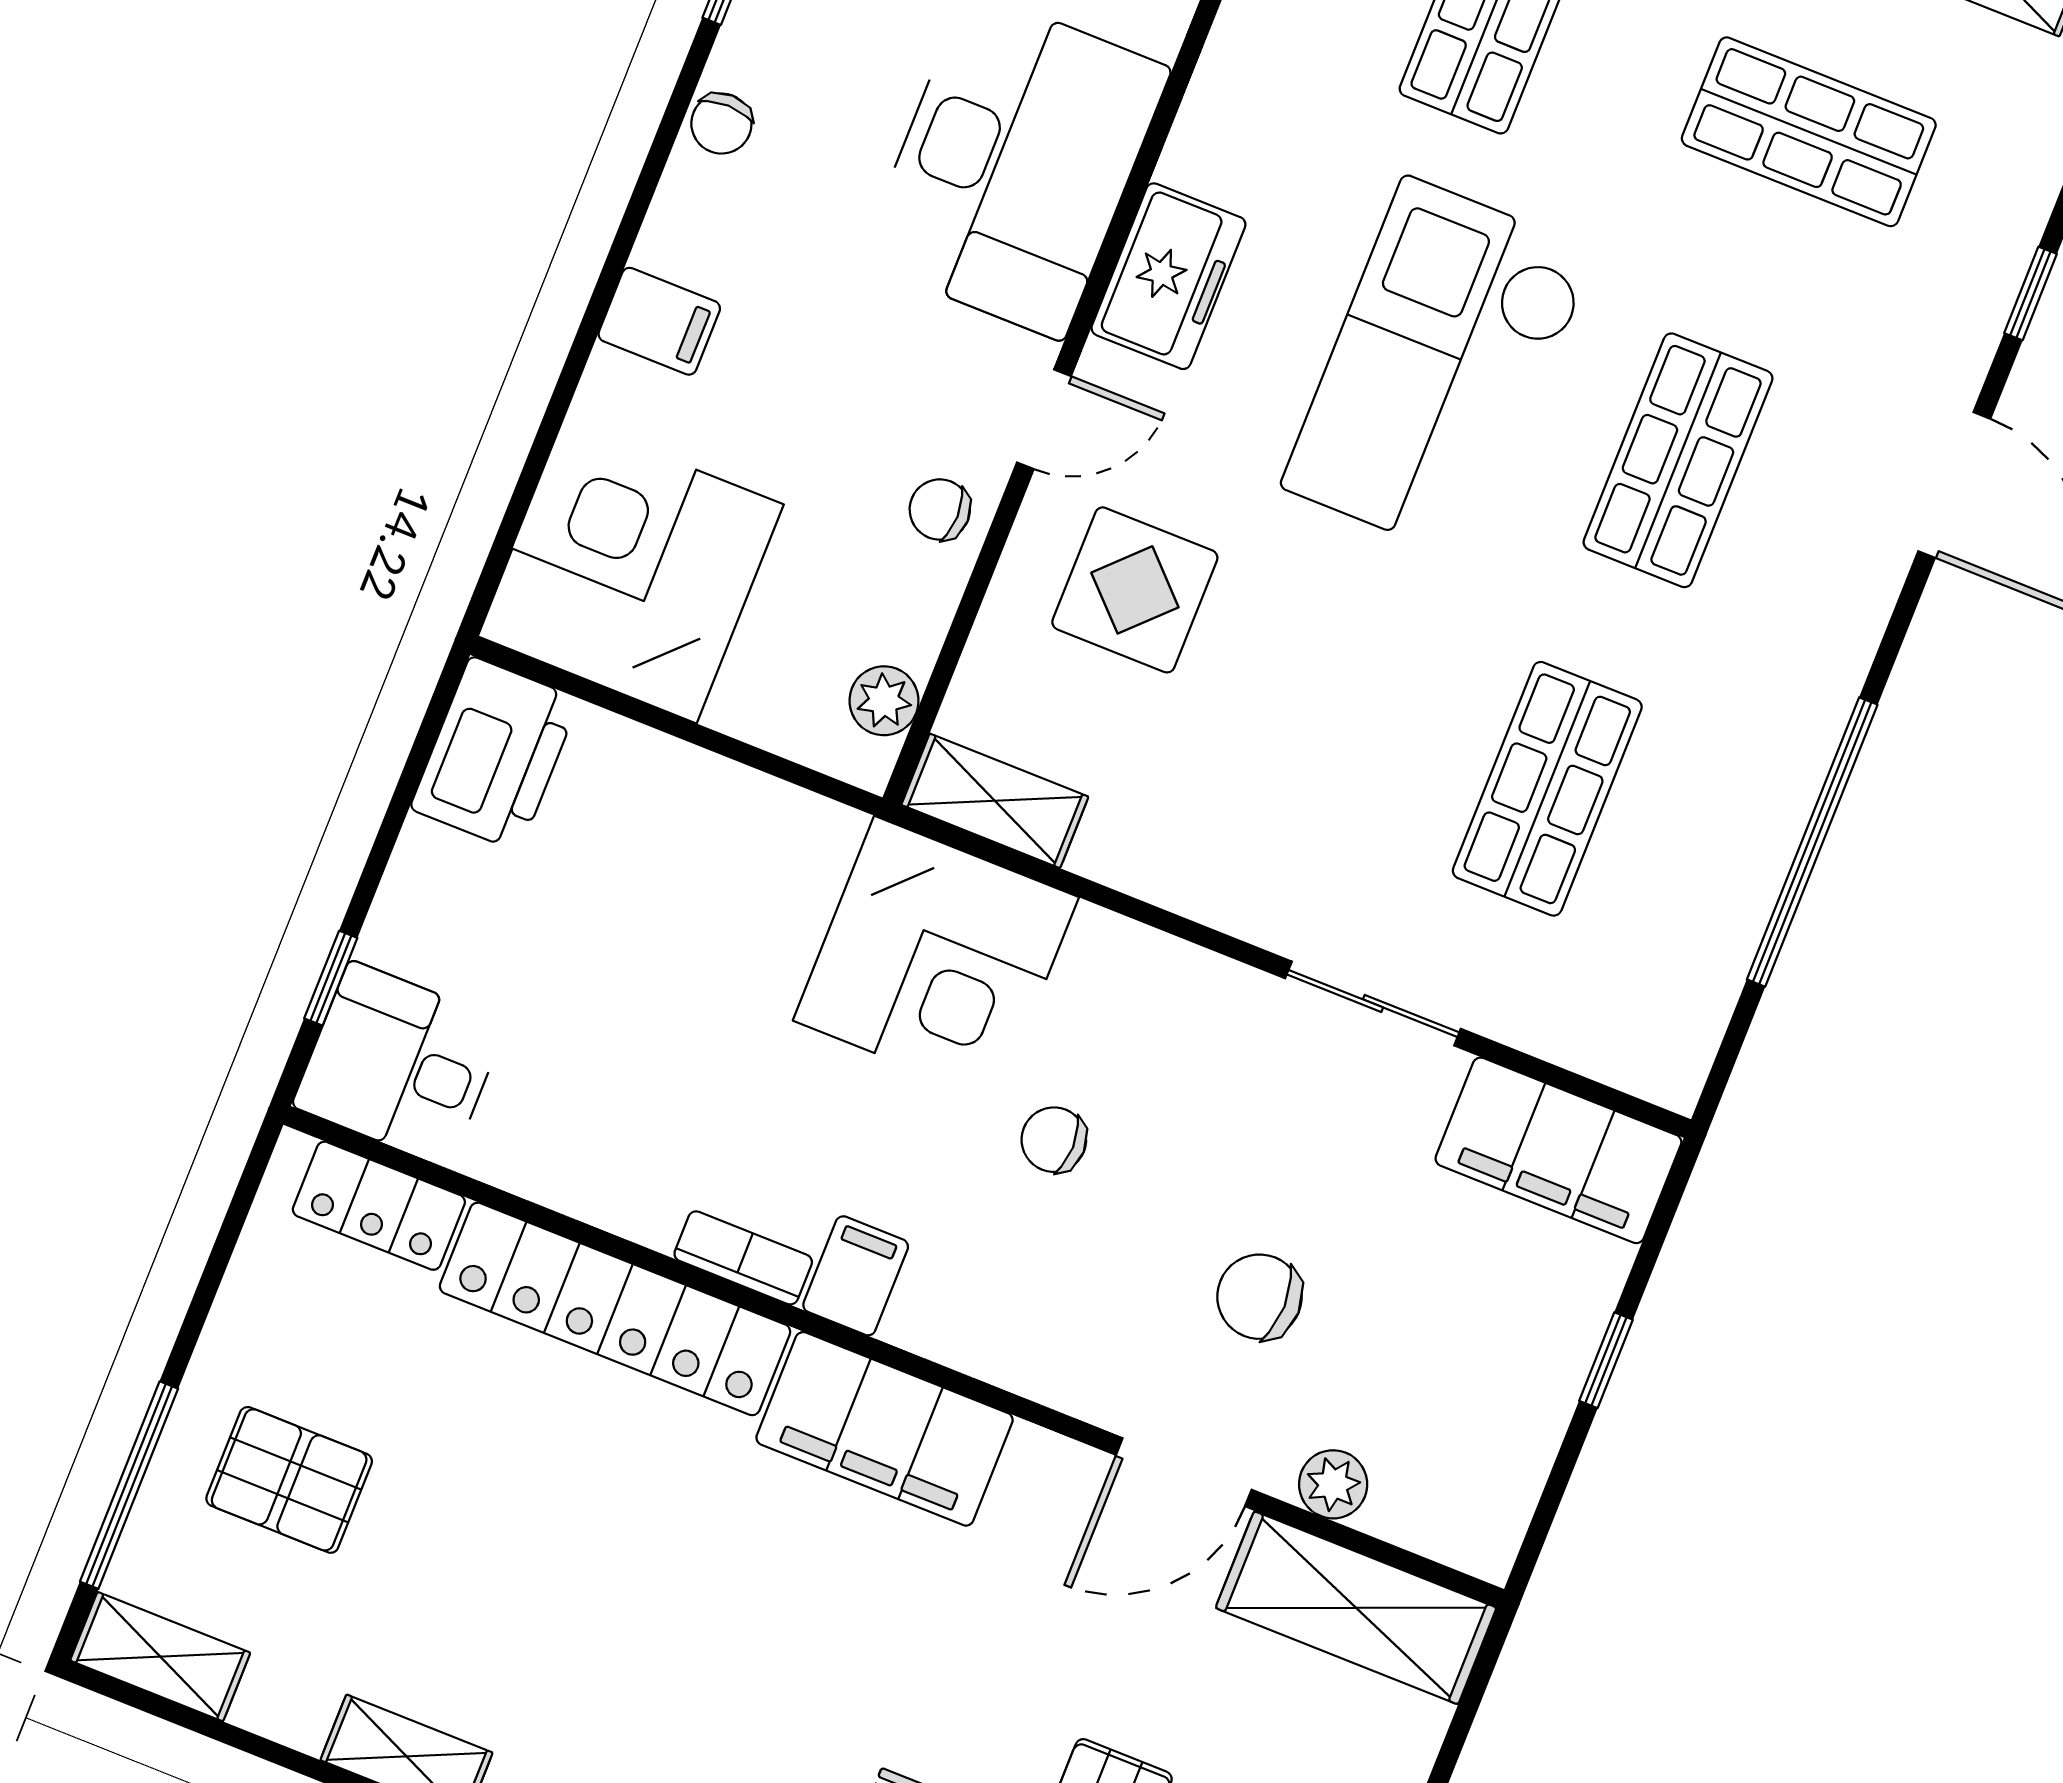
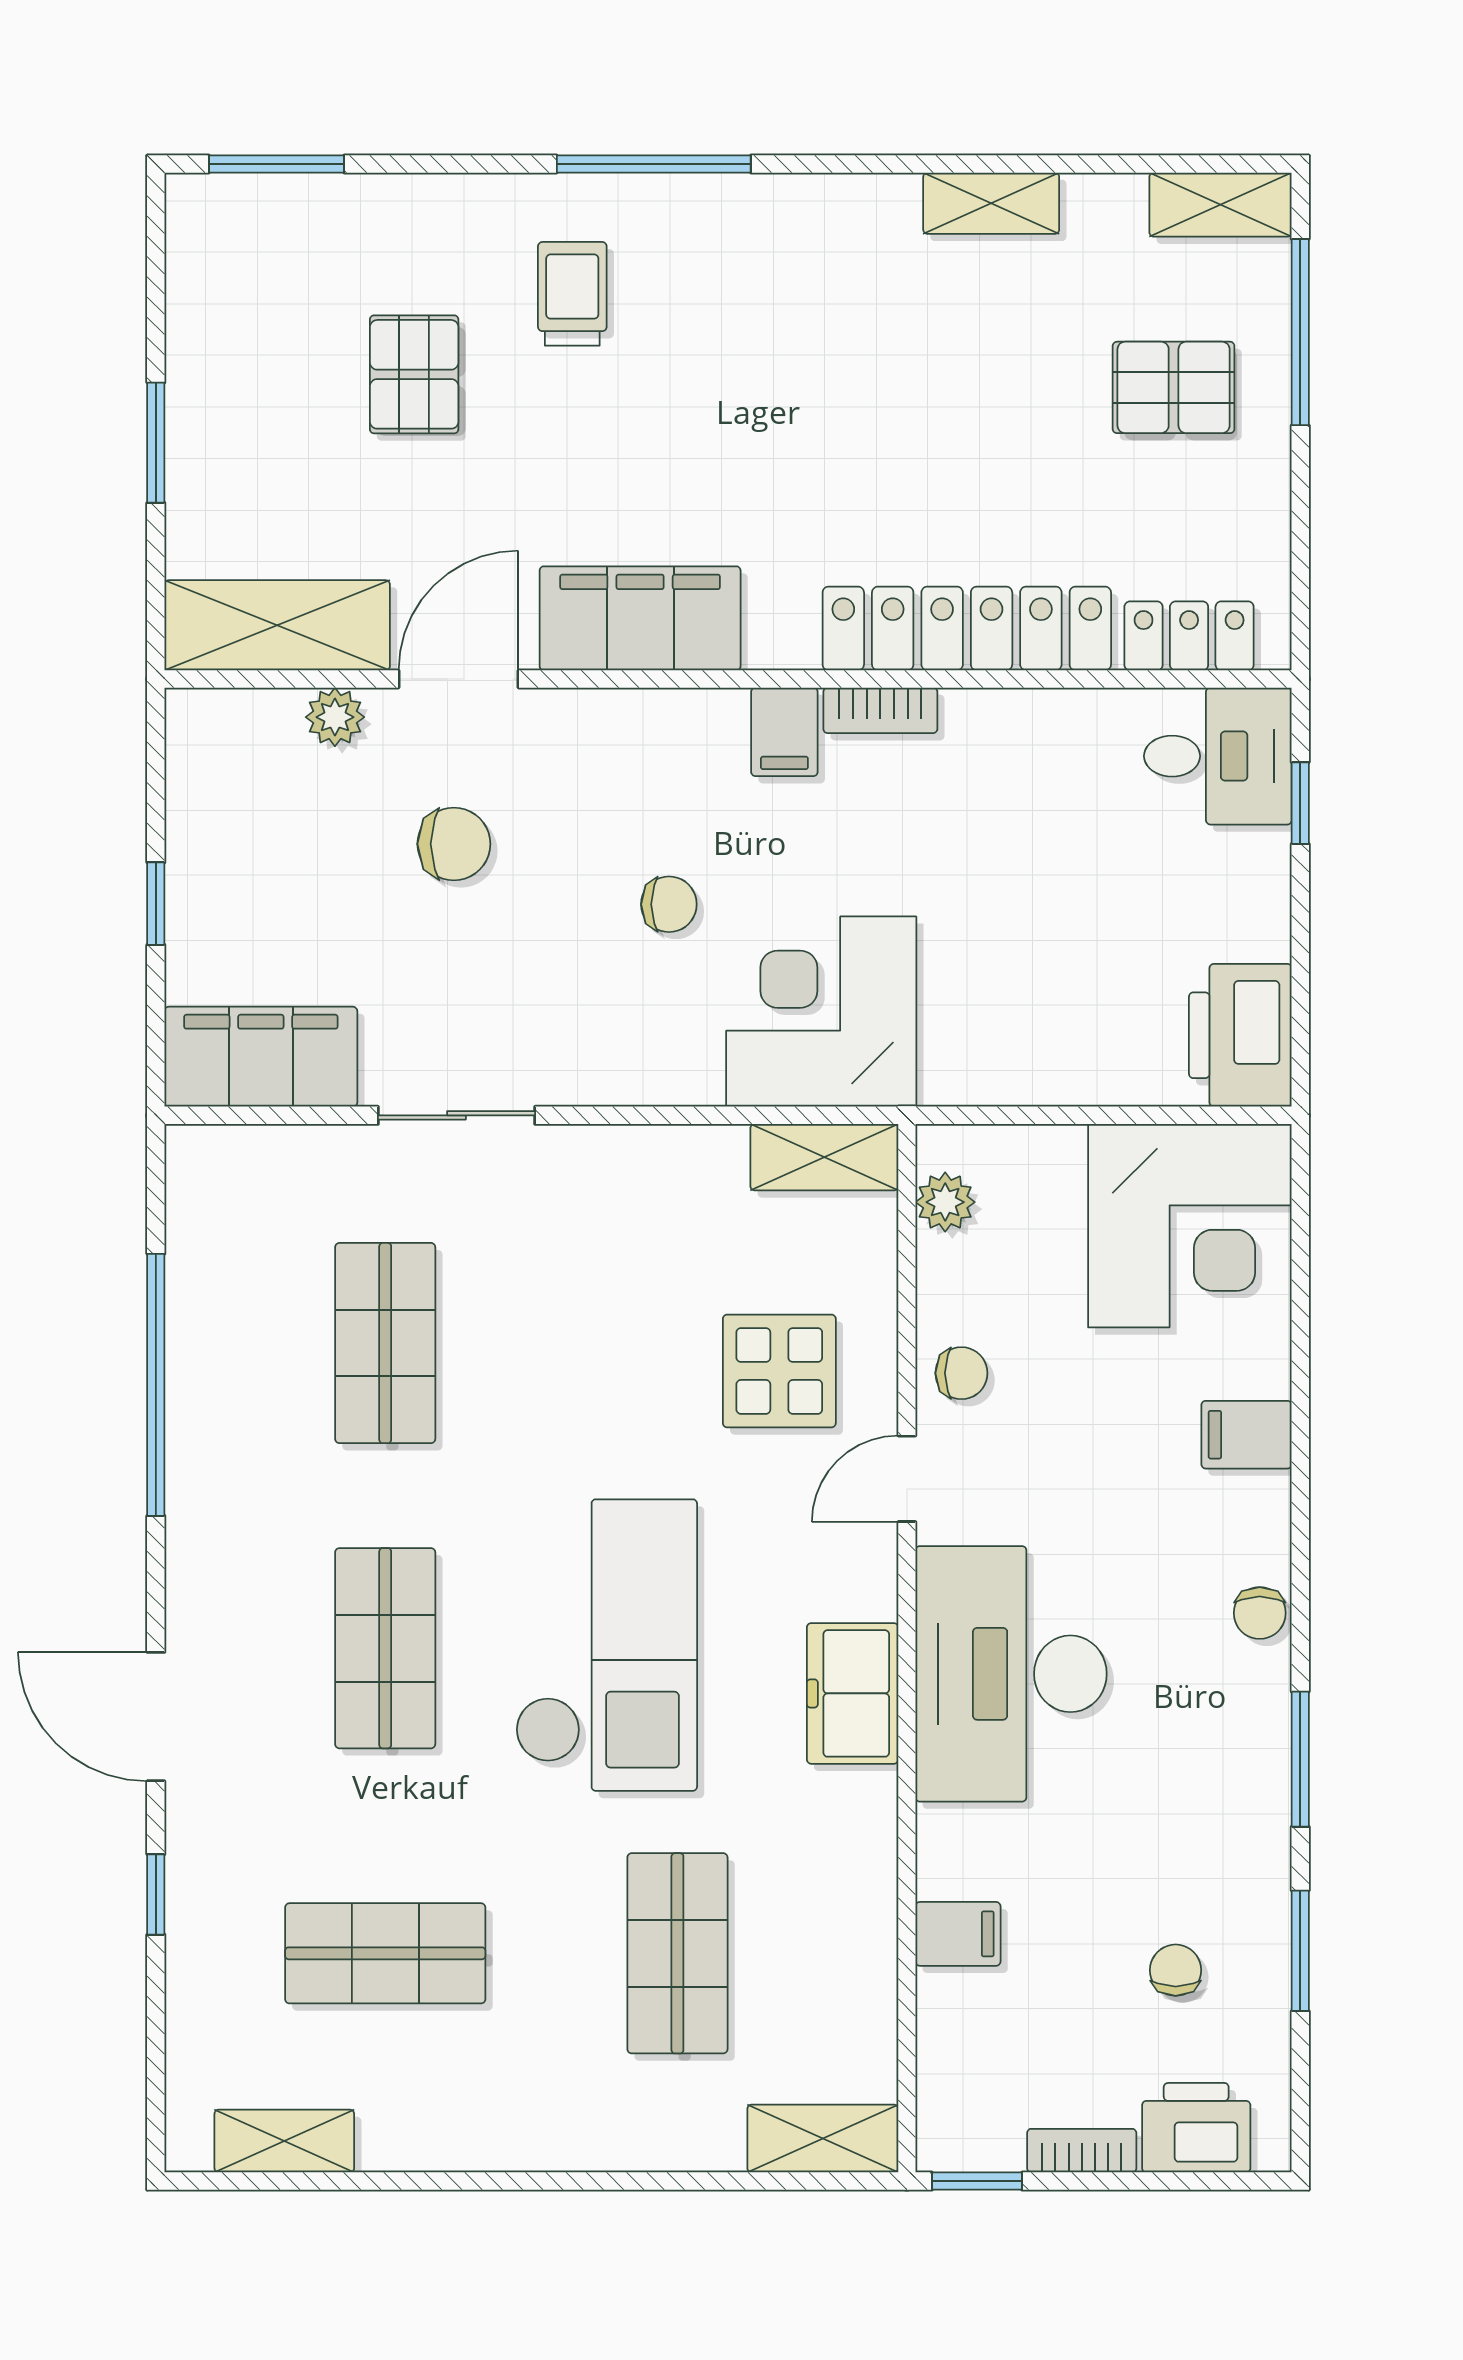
chair: (721, 124) -> (1260, 1613), turned 180
freezer: (1168, 276) -> (853, 1693), moved
filing cabinet: (885, 1429) -> (640, 618), moved

